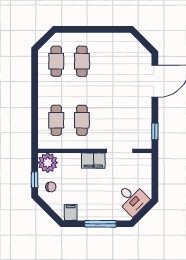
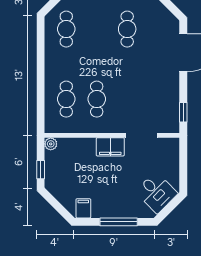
cafe table: (82, 61) -> (127, 29), moved
plant: (48, 163) -> (51, 144), width x0.53, depth x0.53
chair: (51, 187) -> (60, 178), removed

